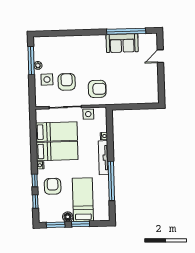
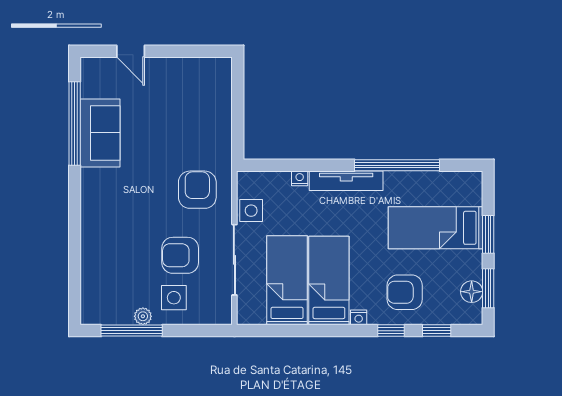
floor lamp: (68, 217) -> (472, 292), moved

